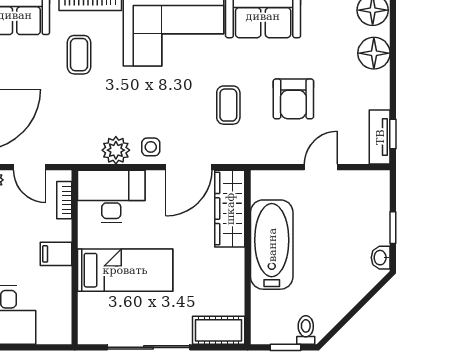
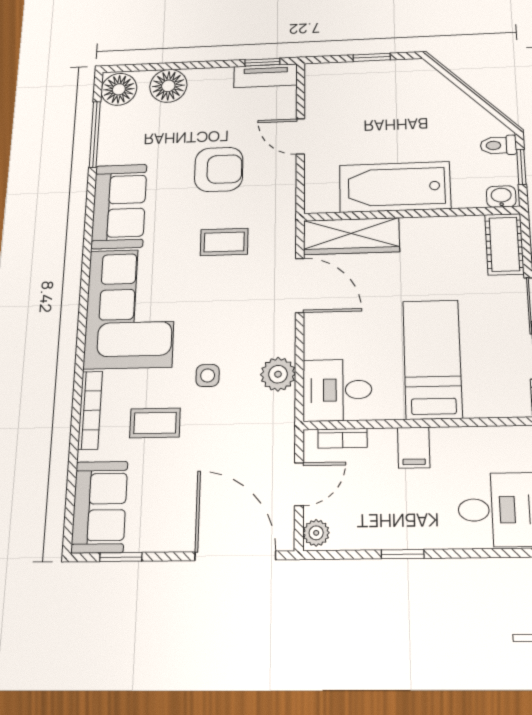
side table: (151, 147) -> (208, 376), moved
desk: (111, 196) -> (337, 390), width x0.73
washbasin: (381, 258) -> (501, 197), moved, turned 180

